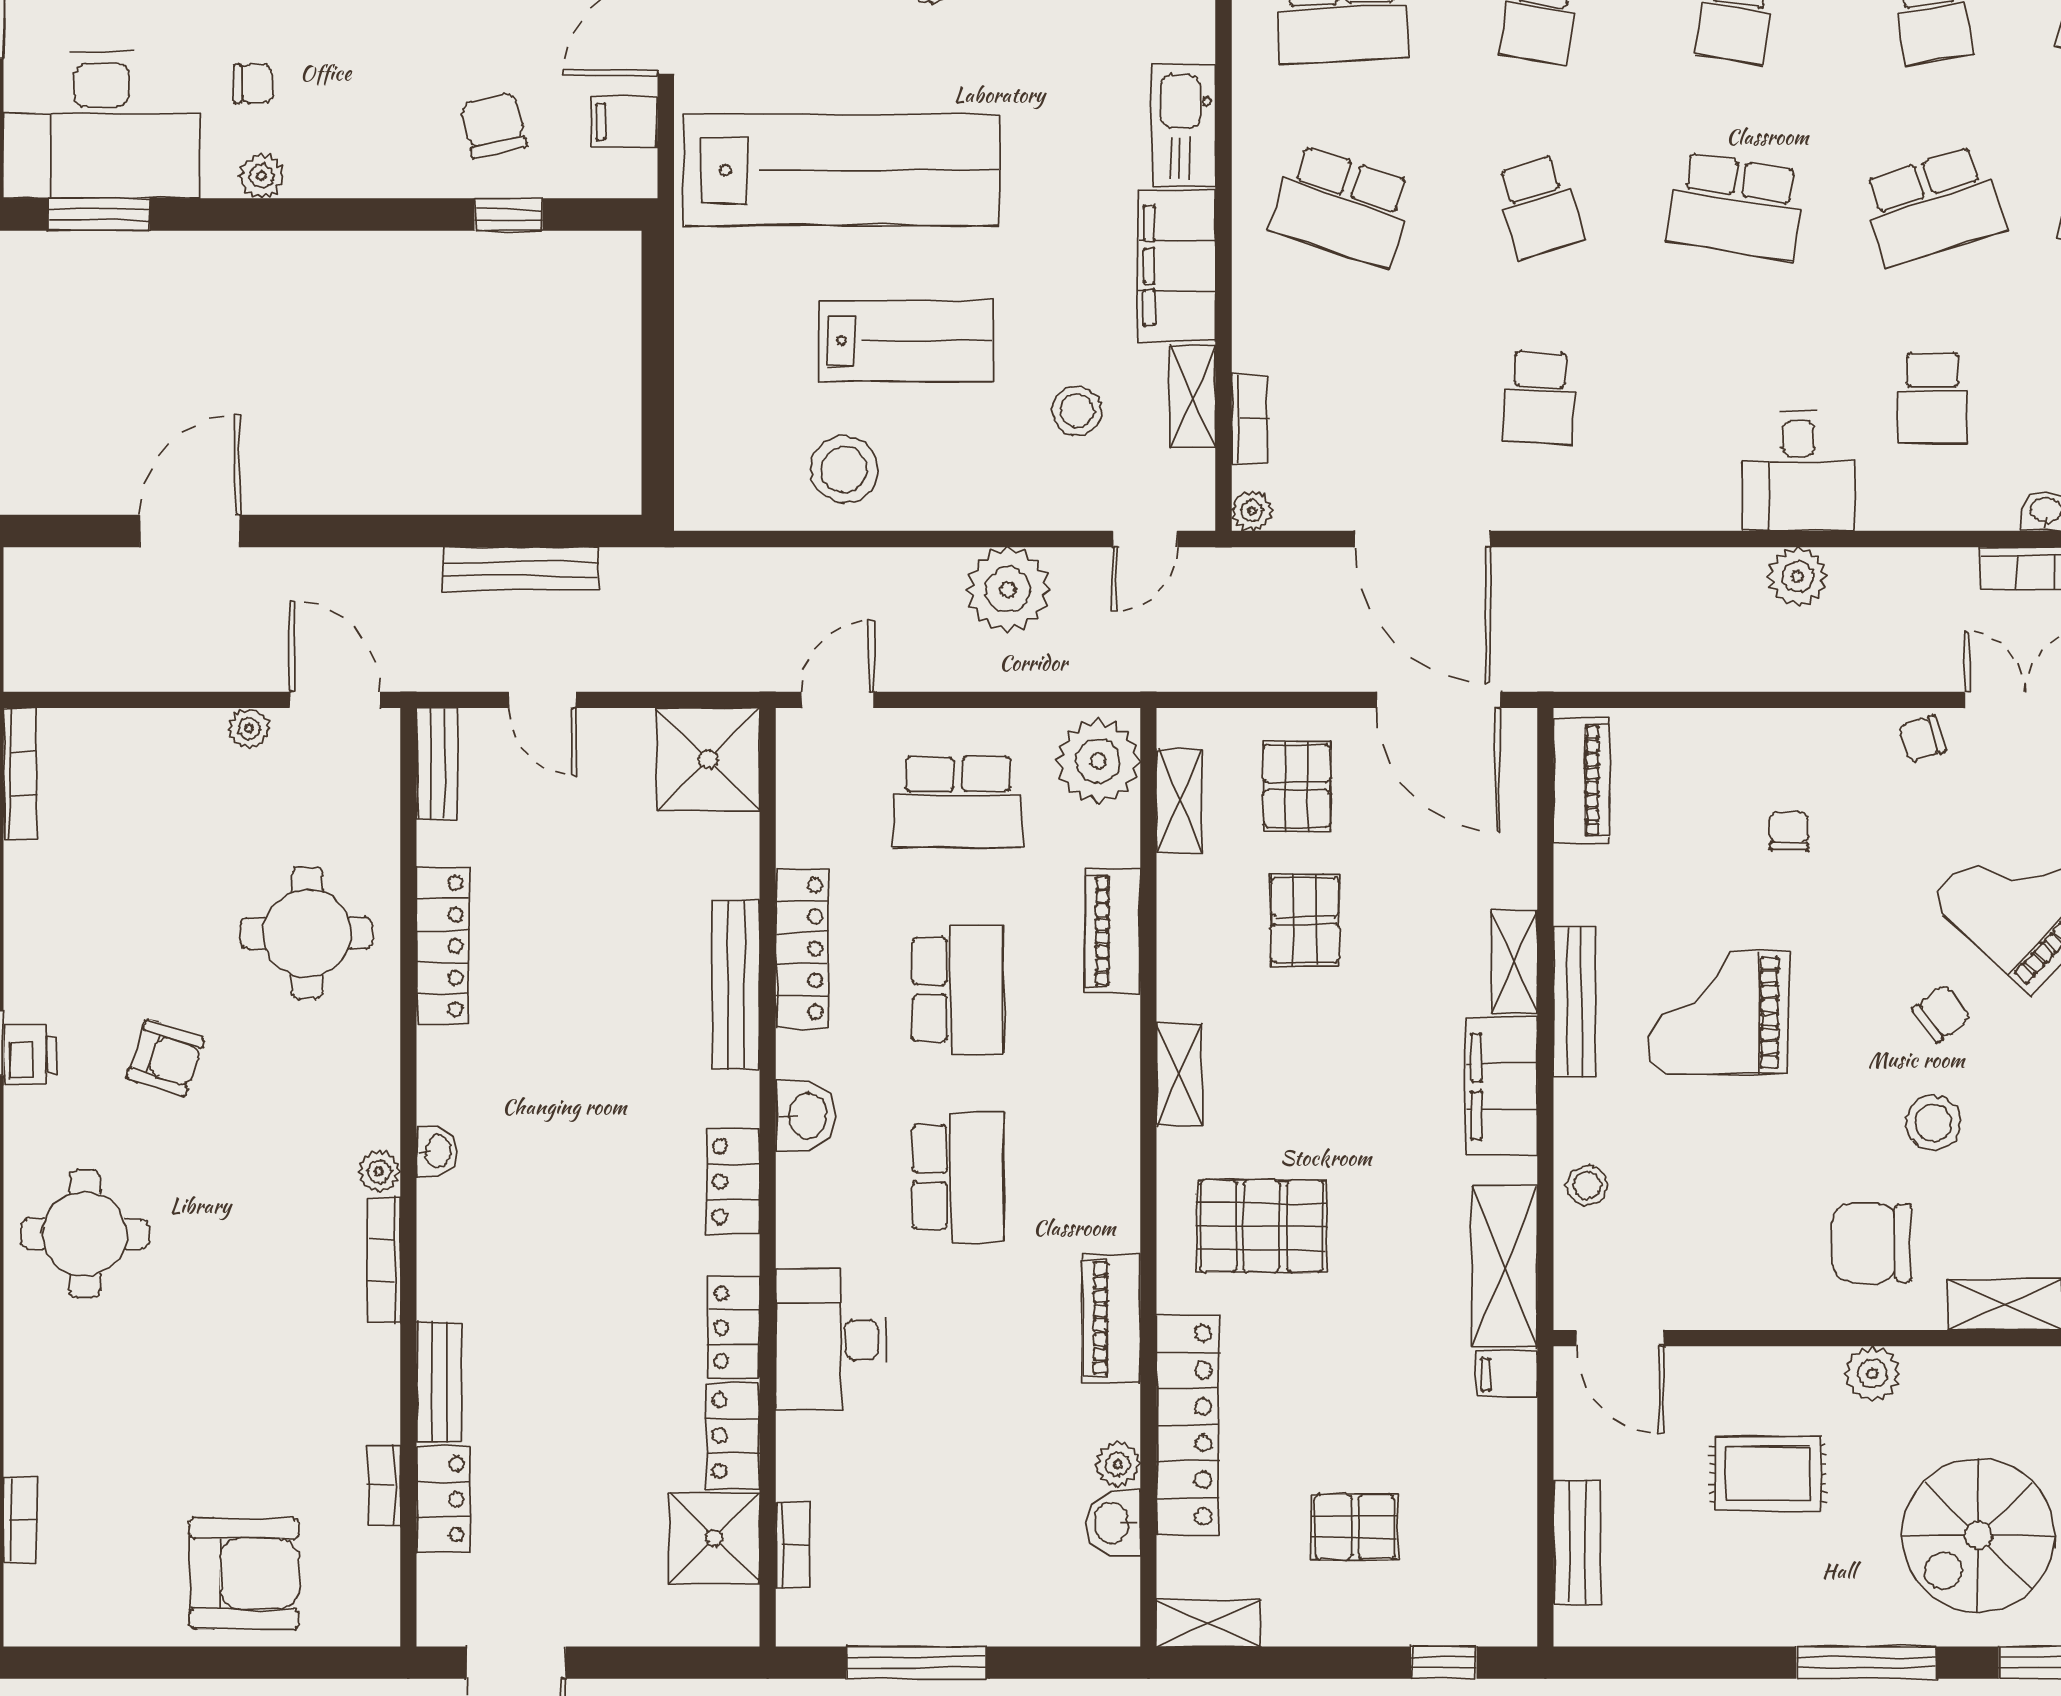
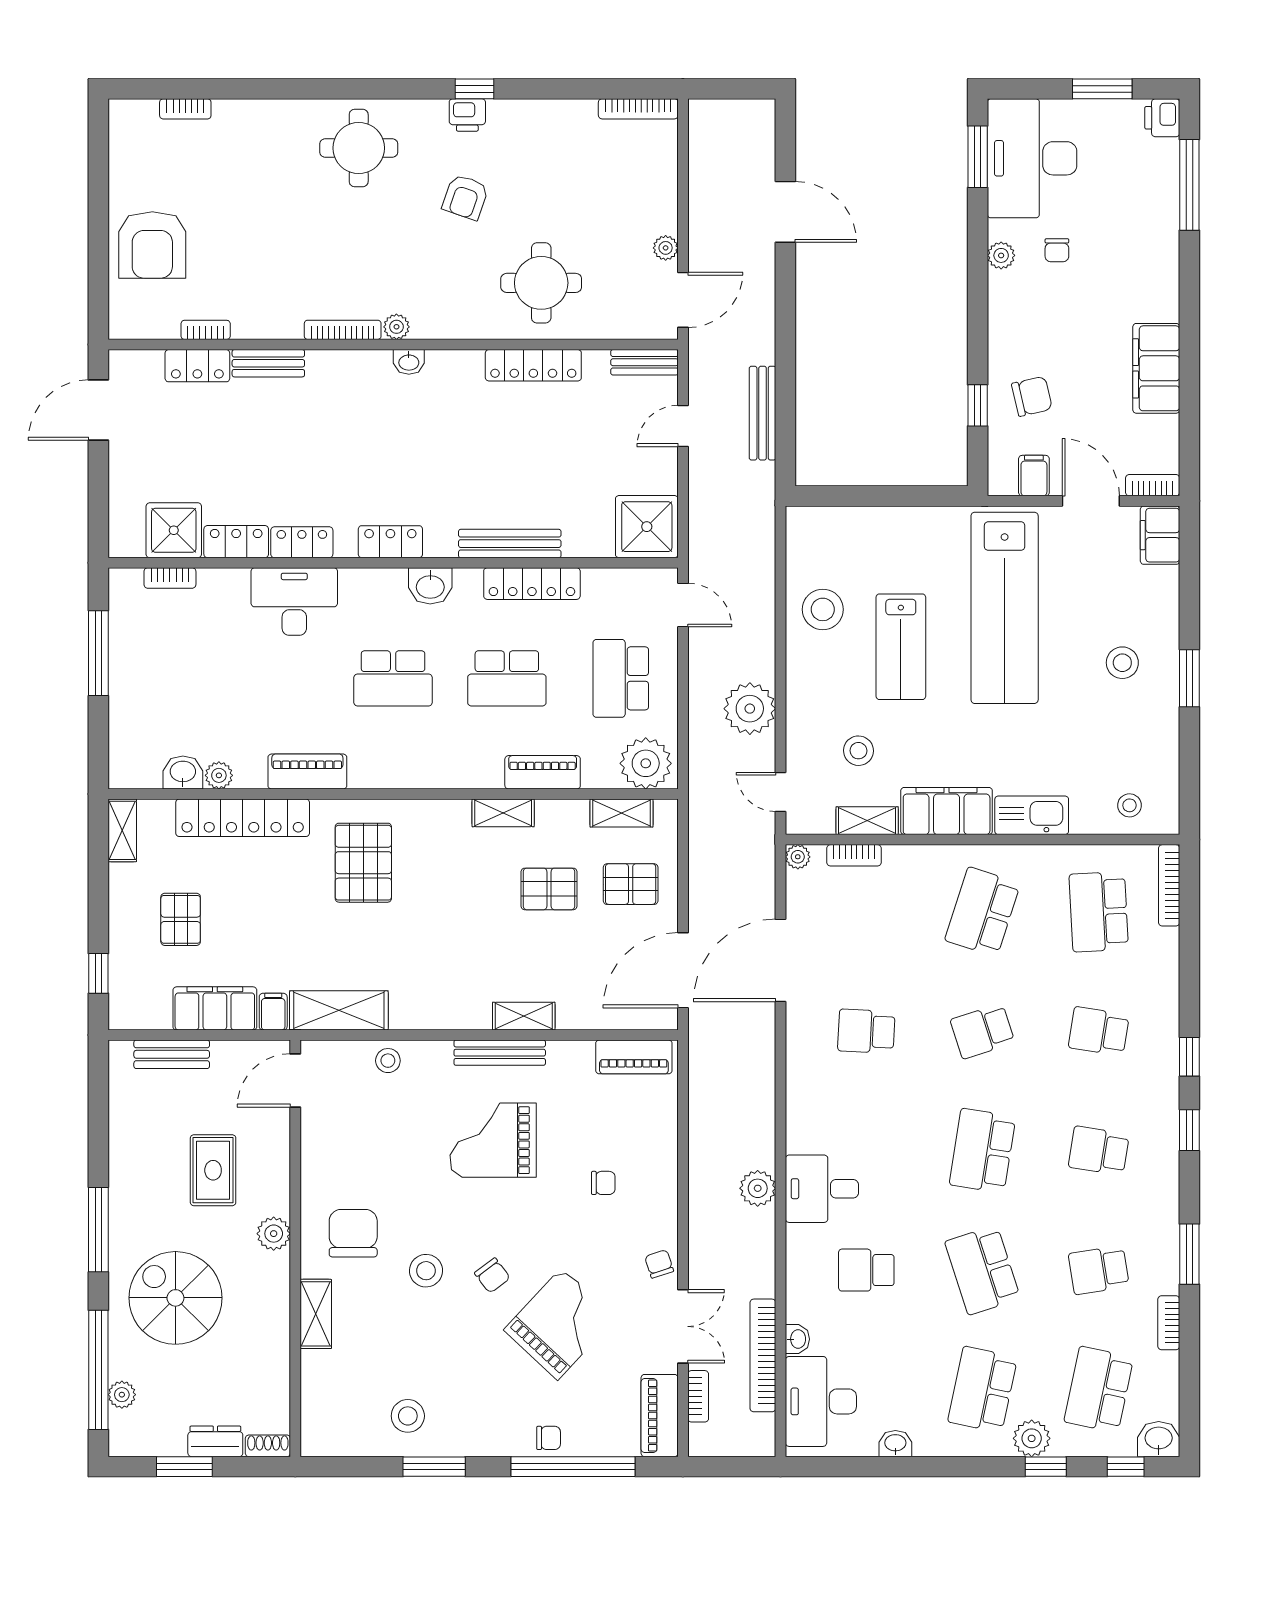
grand piano: (1718, 1013) -> (493, 1140), turned -90
shelving: (1179, 1074) -> (503, 813), moved
filing cabinet: (1502, 1086) -> (215, 1008), moved

